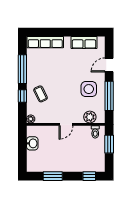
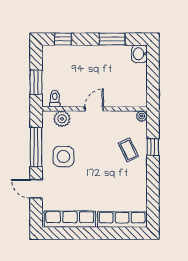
row of seats: (84, 42) -> (70, 219), width x1.48
door: (109, 65) -> (36, 189), swing flipped
window: (22, 69) -> (153, 183), removed
washbasin: (32, 143) -> (140, 54), moved

